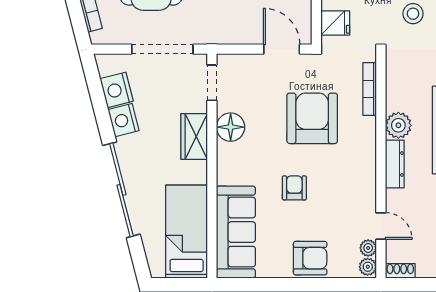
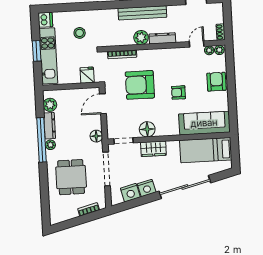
floor lamp: (223, 34) -> (96, 136), added

